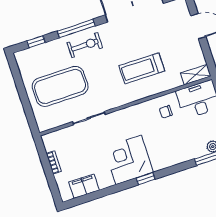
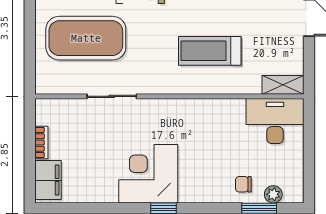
chair: (166, 112) -> (243, 184), moved
filing cabinet: (84, 186) -> (48, 180), moved, turned 90

